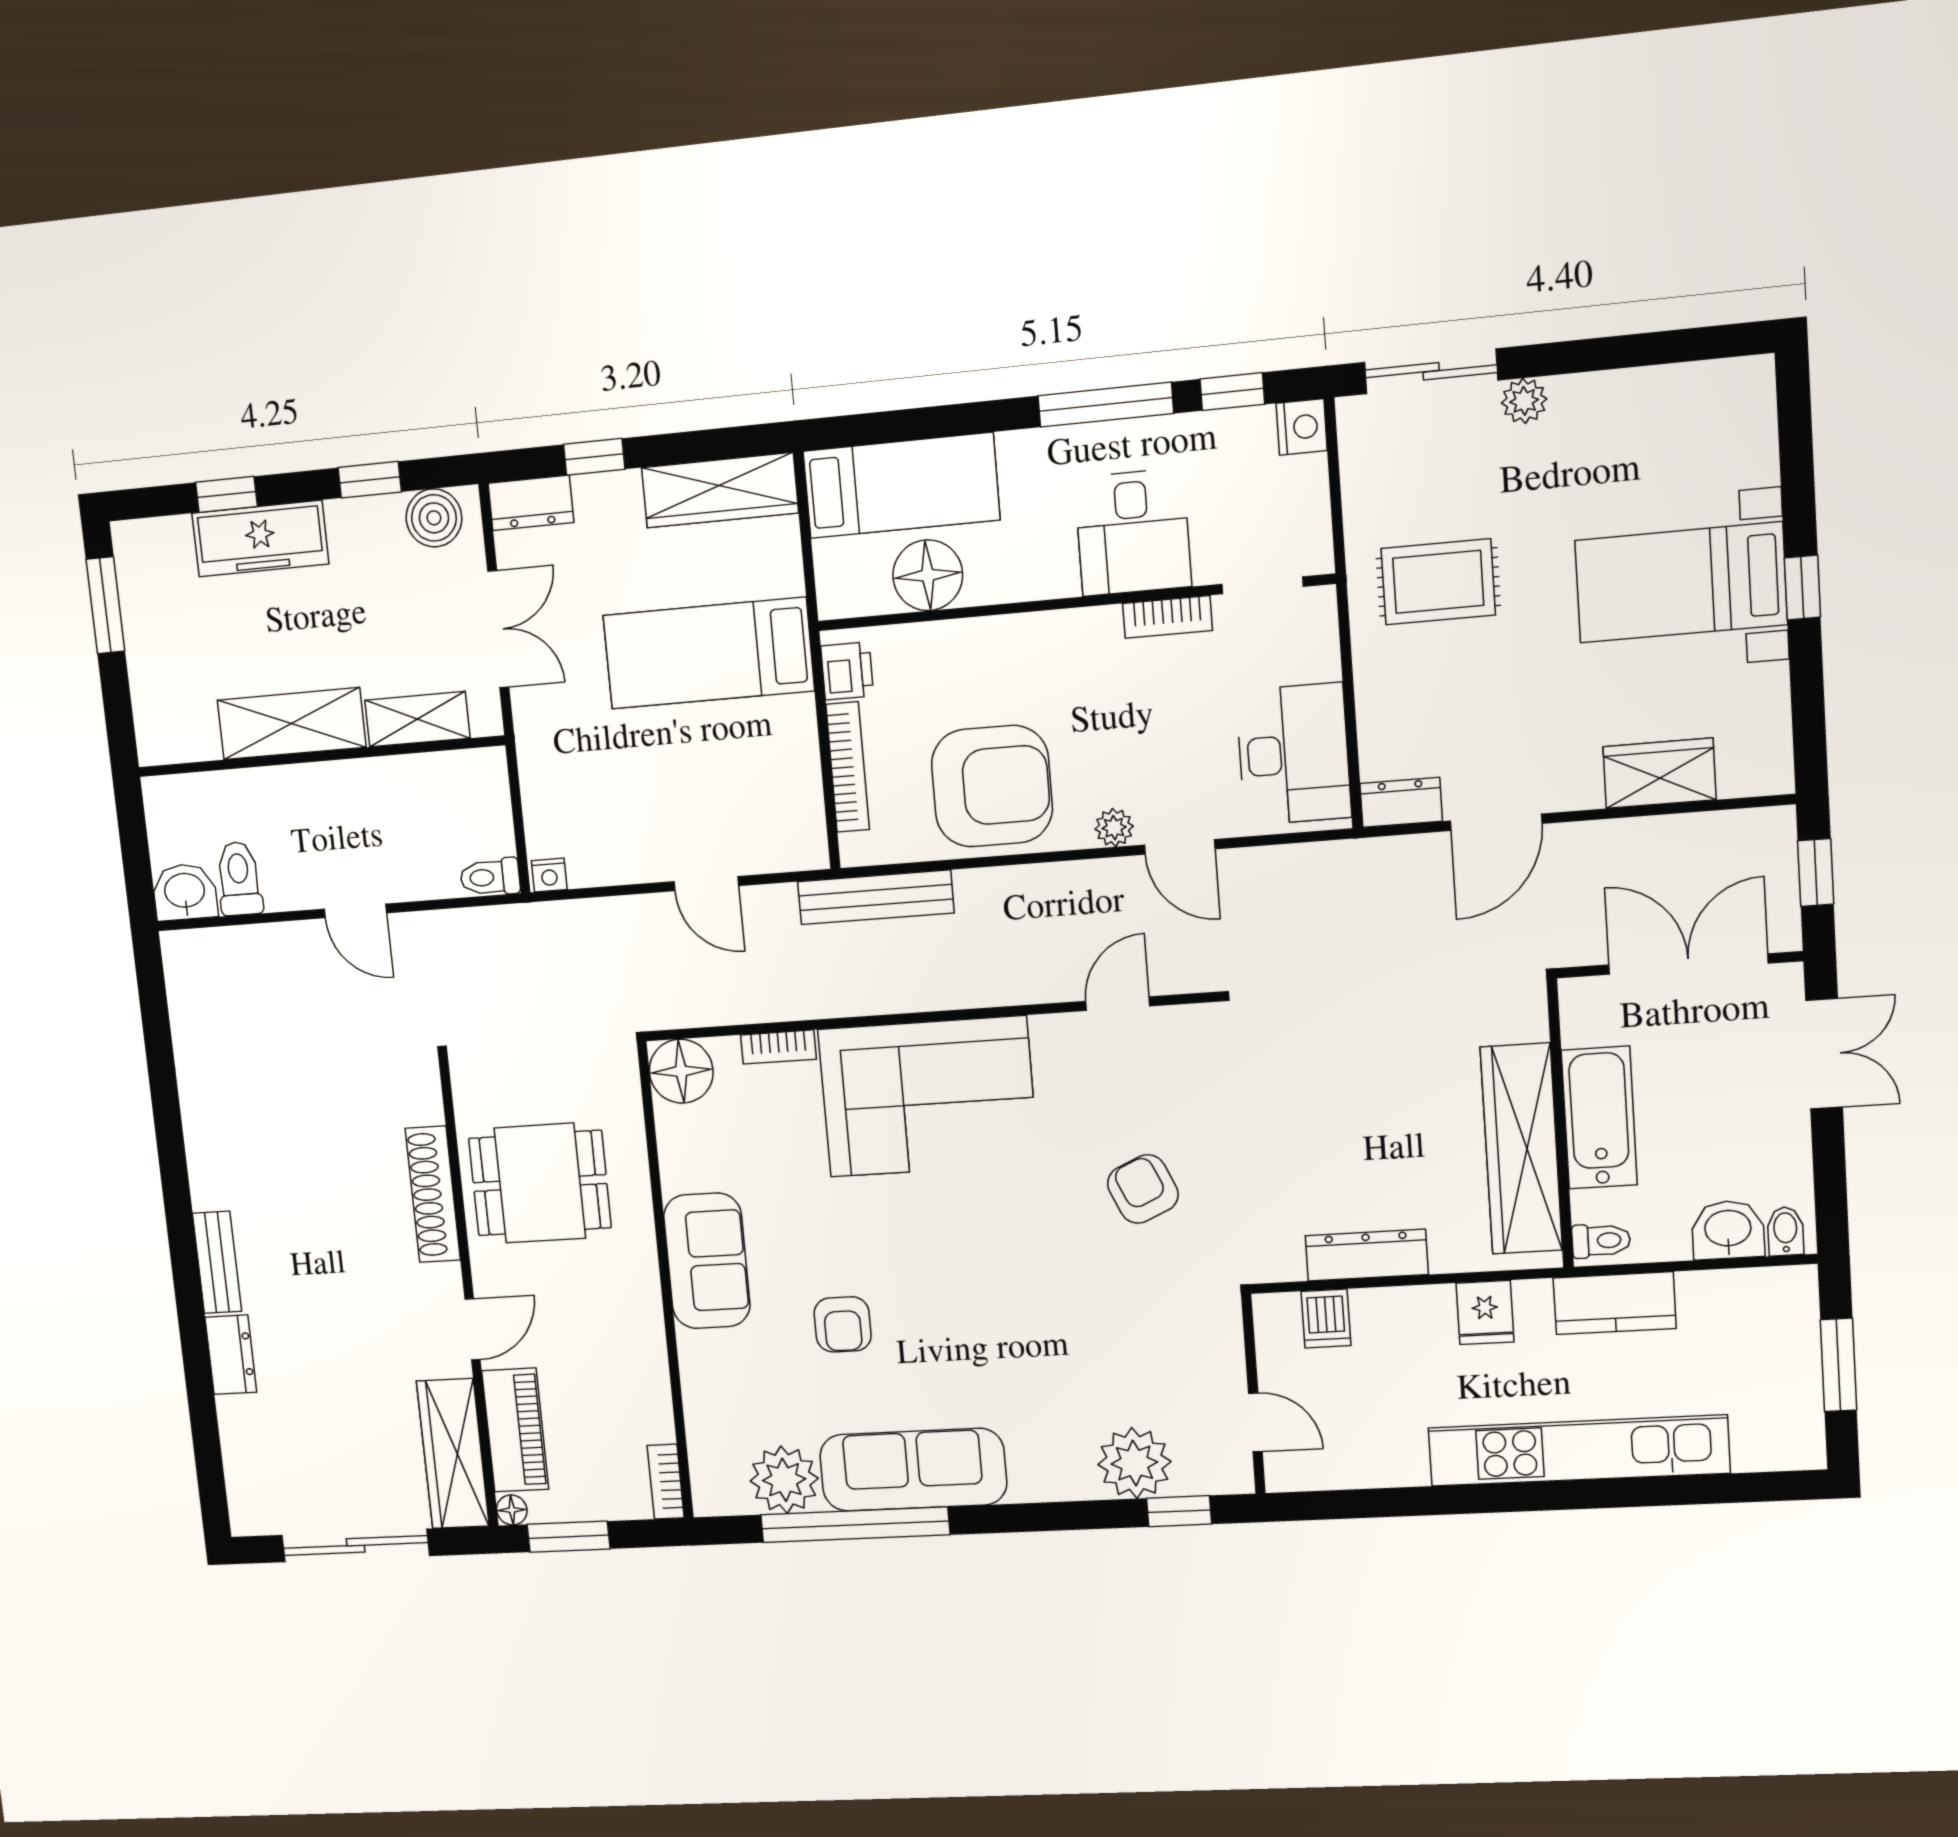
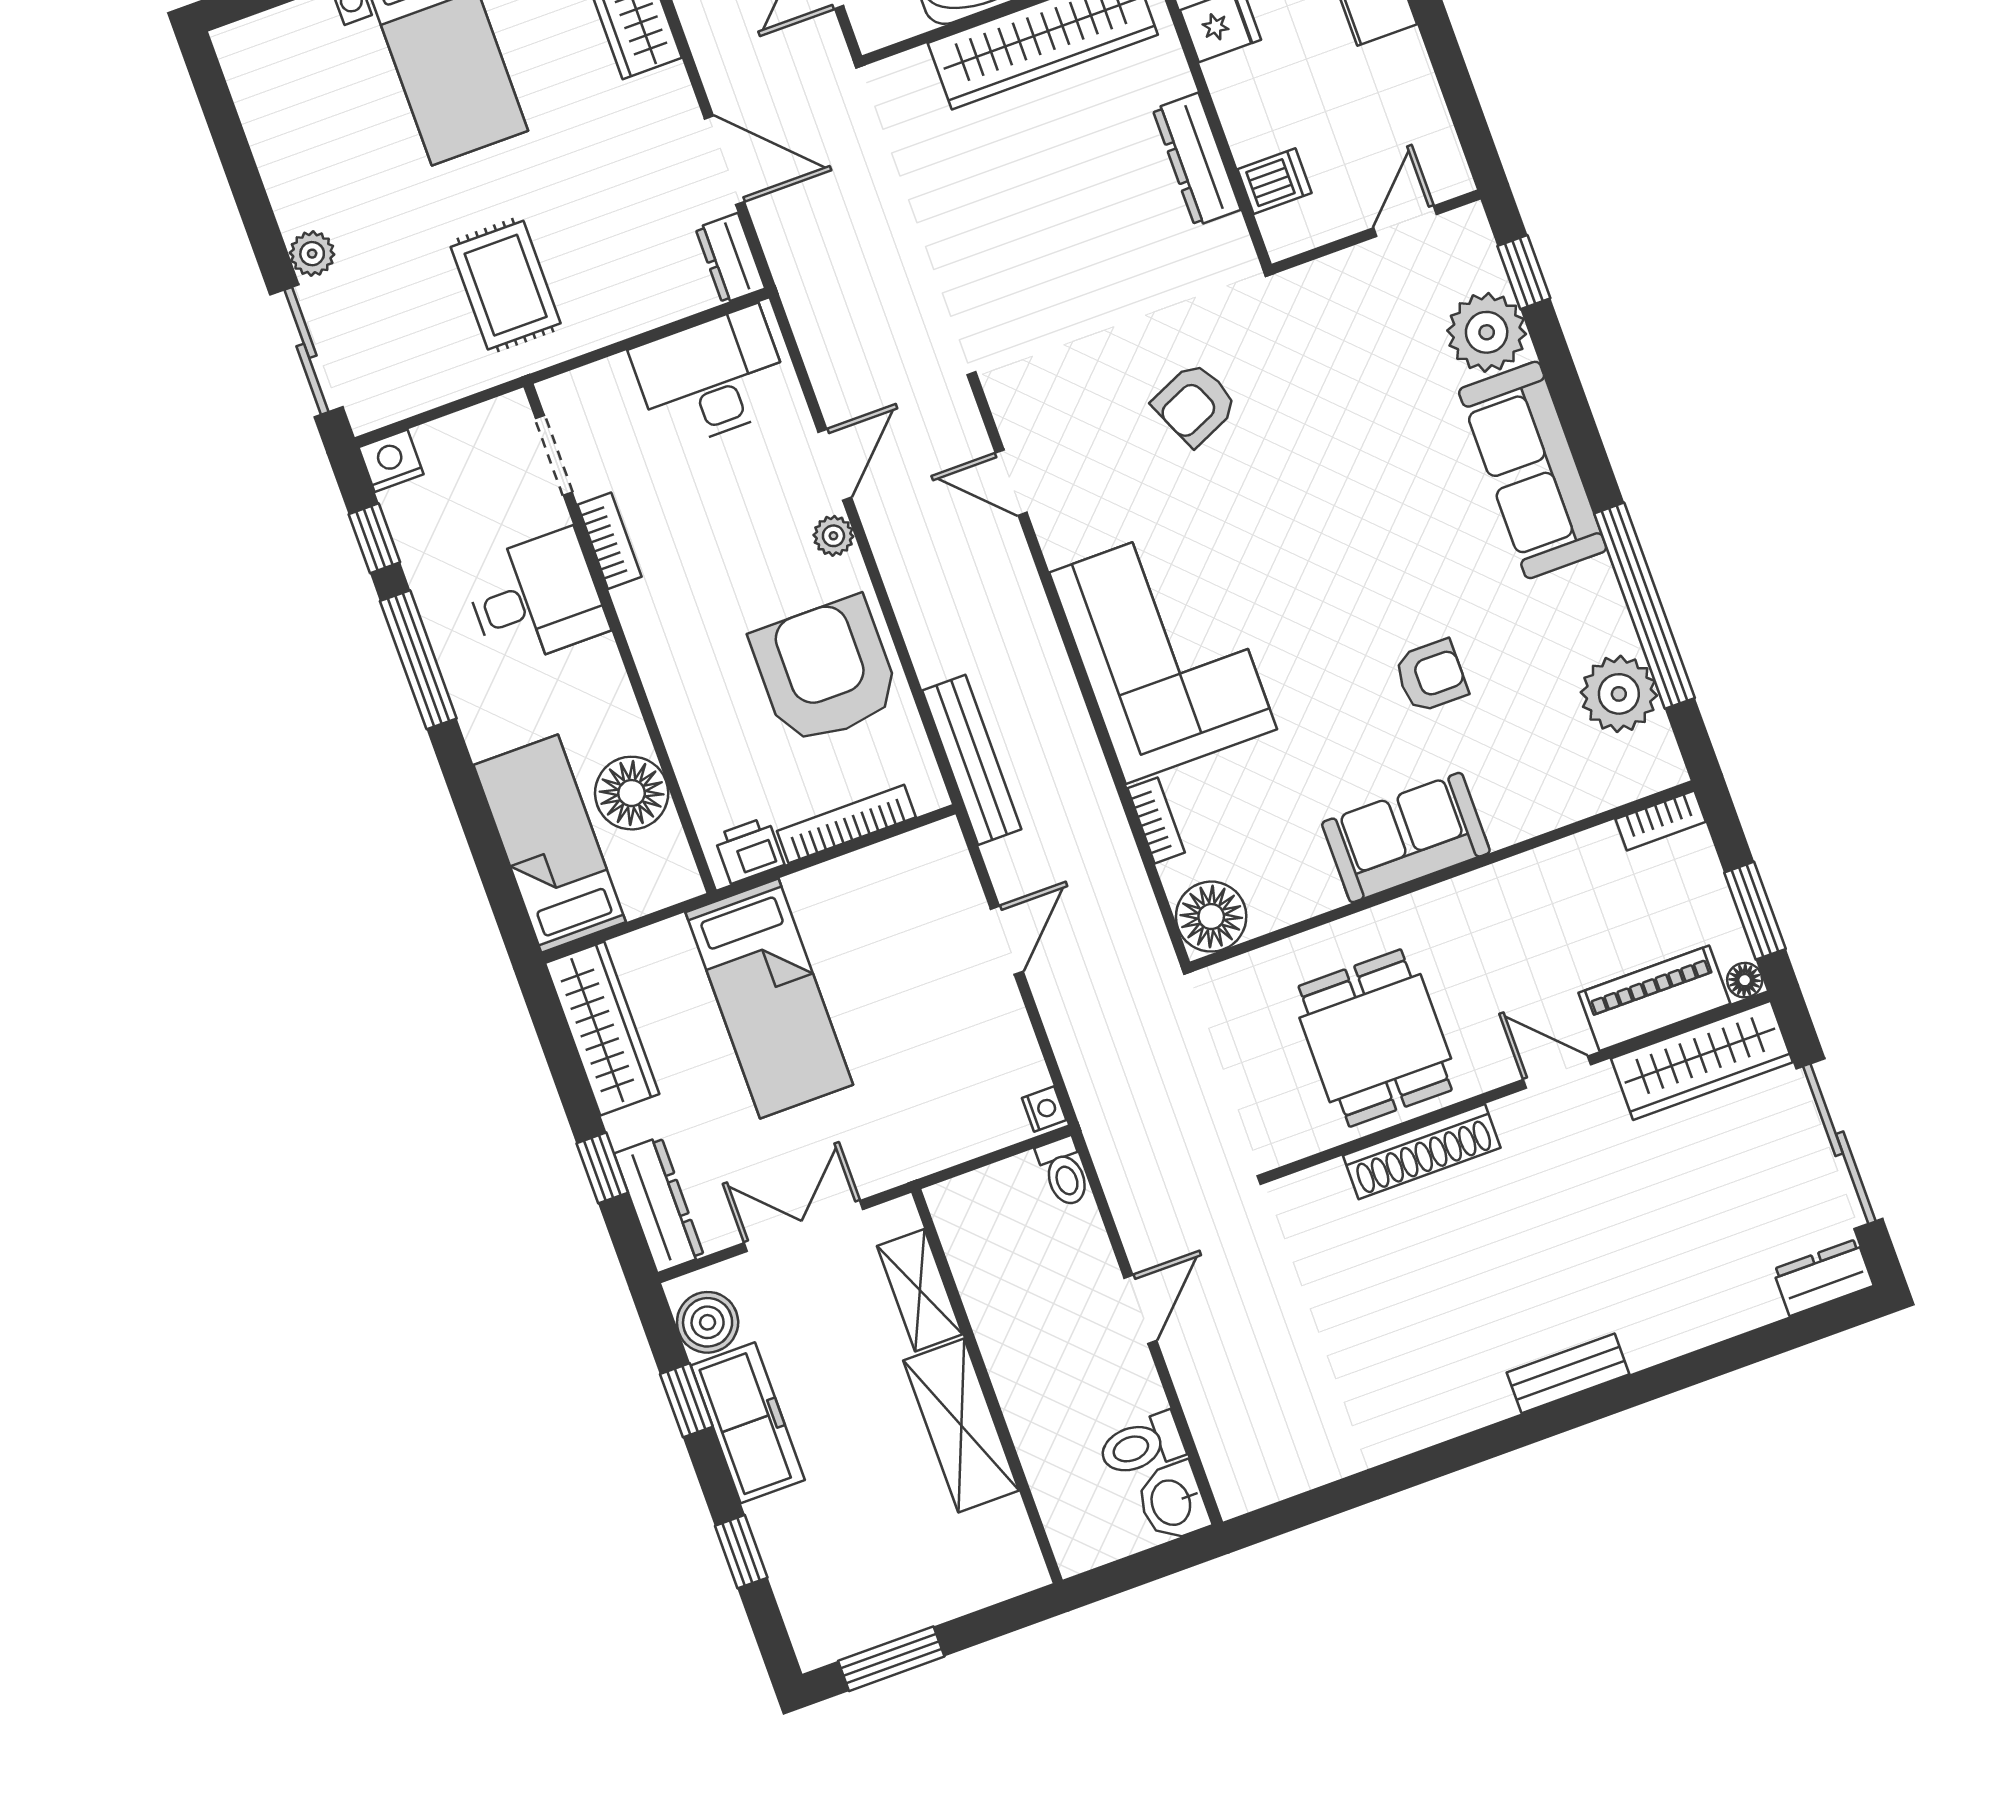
dresser: (531, 503) -> (659, 1205), width x1.44
freezer: (260, 539) -> (748, 1423), moved
dresser: (231, 1355) -> (1823, 1278), moved
sofa: (913, 1470) -> (1533, 470), moved

